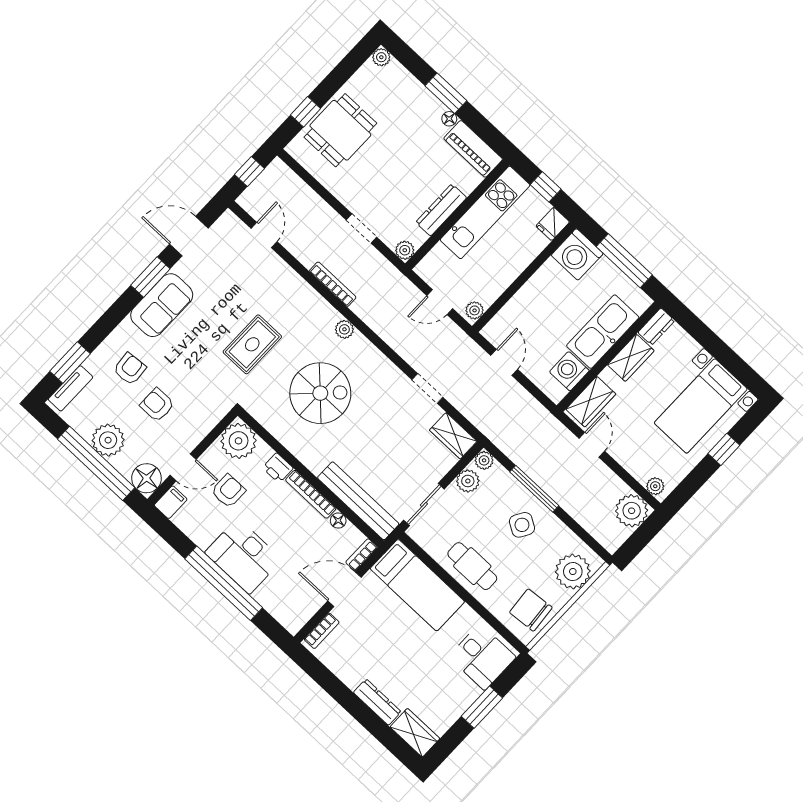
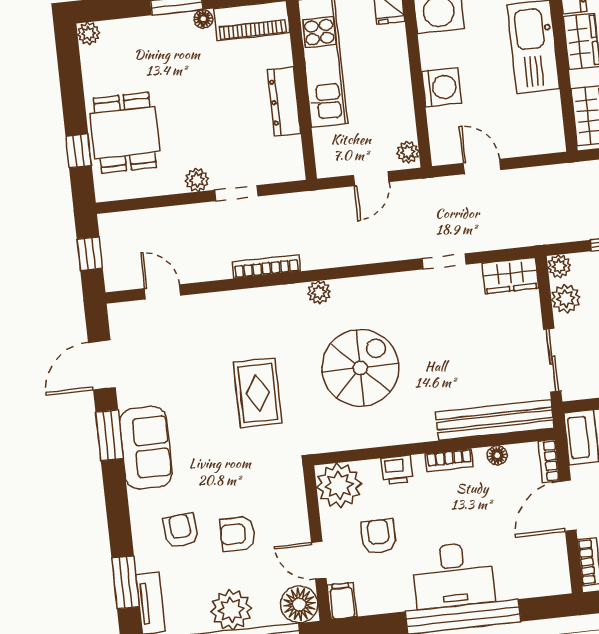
plant: (405, 250) -> (197, 180), moved
washing machine: (569, 371) -> (442, 87), moved, turned 180
door: (183, 467) -> (319, 560), swing flipped
bookcase: (311, 494) -> (449, 460), width x0.64

